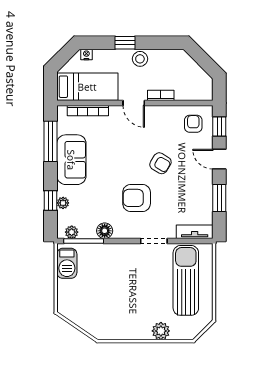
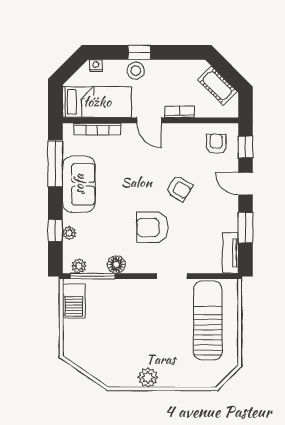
stool: (140, 59) -> (136, 71), moved
cot: (194, 72) -> (217, 86), added
tv unit: (195, 232) -> (230, 253), moved, turned -90
plant: (161, 331) -> (148, 377), moved

